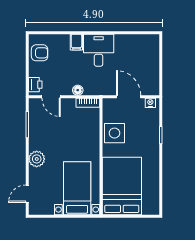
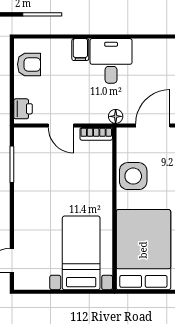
floor lamp: (78, 90) -> (116, 116), moved
door: (51, 97) -> (61, 125), moved
door: (129, 97) -> (153, 125), hinge flipped
plant: (37, 159) -> (25, 212), removed

